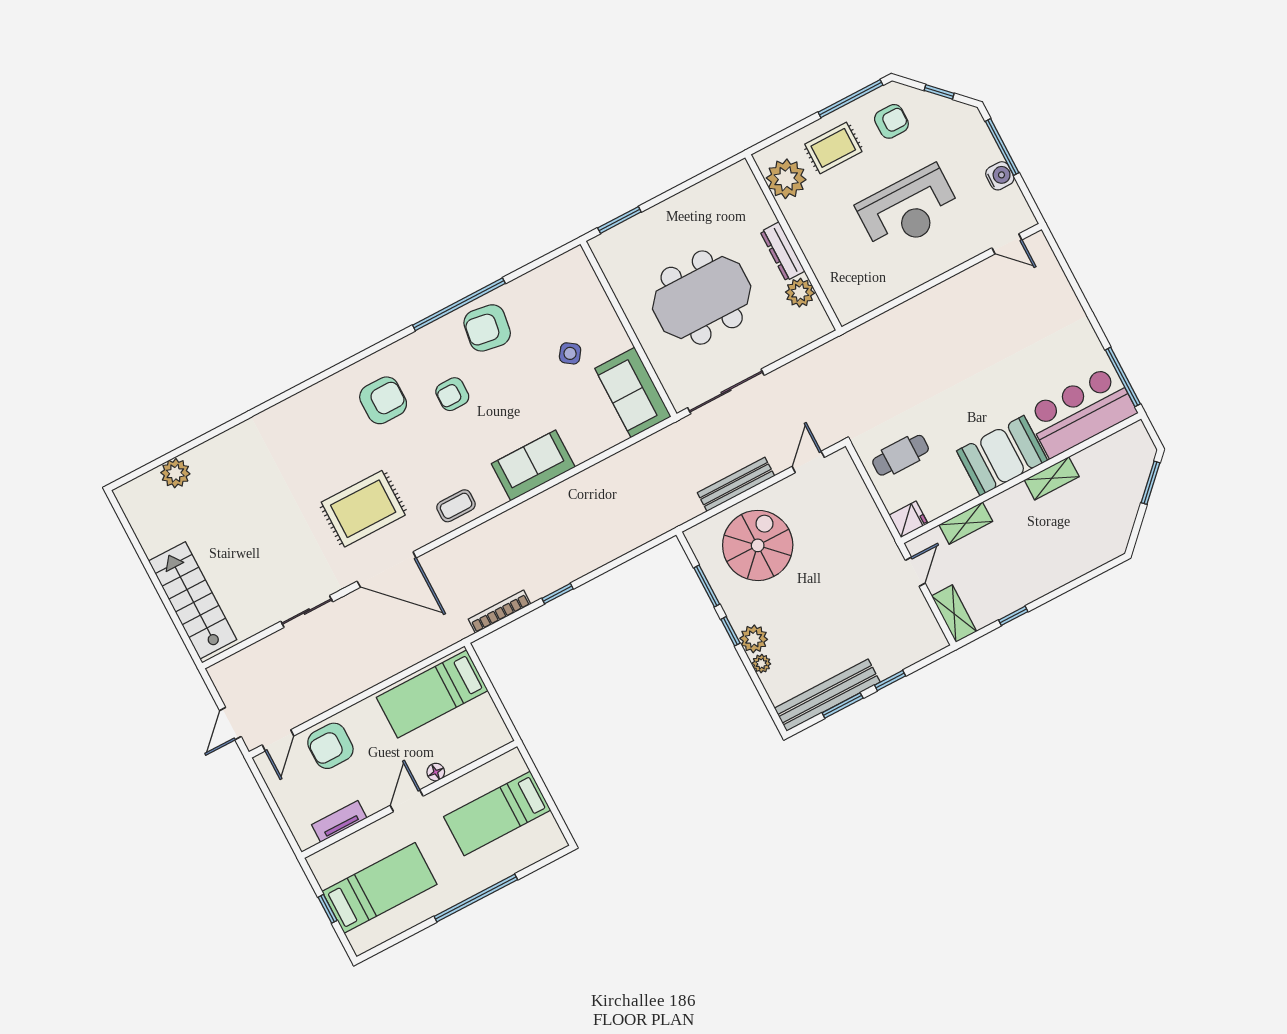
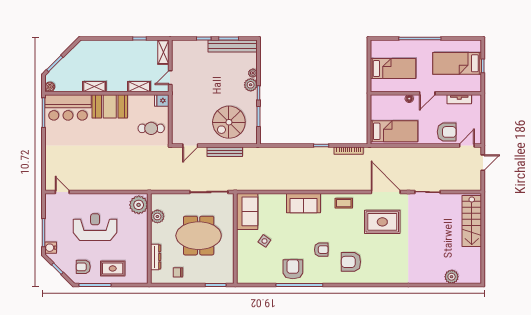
water cooler: (1000, 176) -> (51, 248), moved
plant: (786, 179) -> (139, 205), moved
chair: (704, 206) -> (178, 272), added
dresser: (783, 251) -> (156, 257), moved
armchair: (487, 328) -> (293, 269), turned -99
boiler: (1137, 433) -> (50, 87), added

